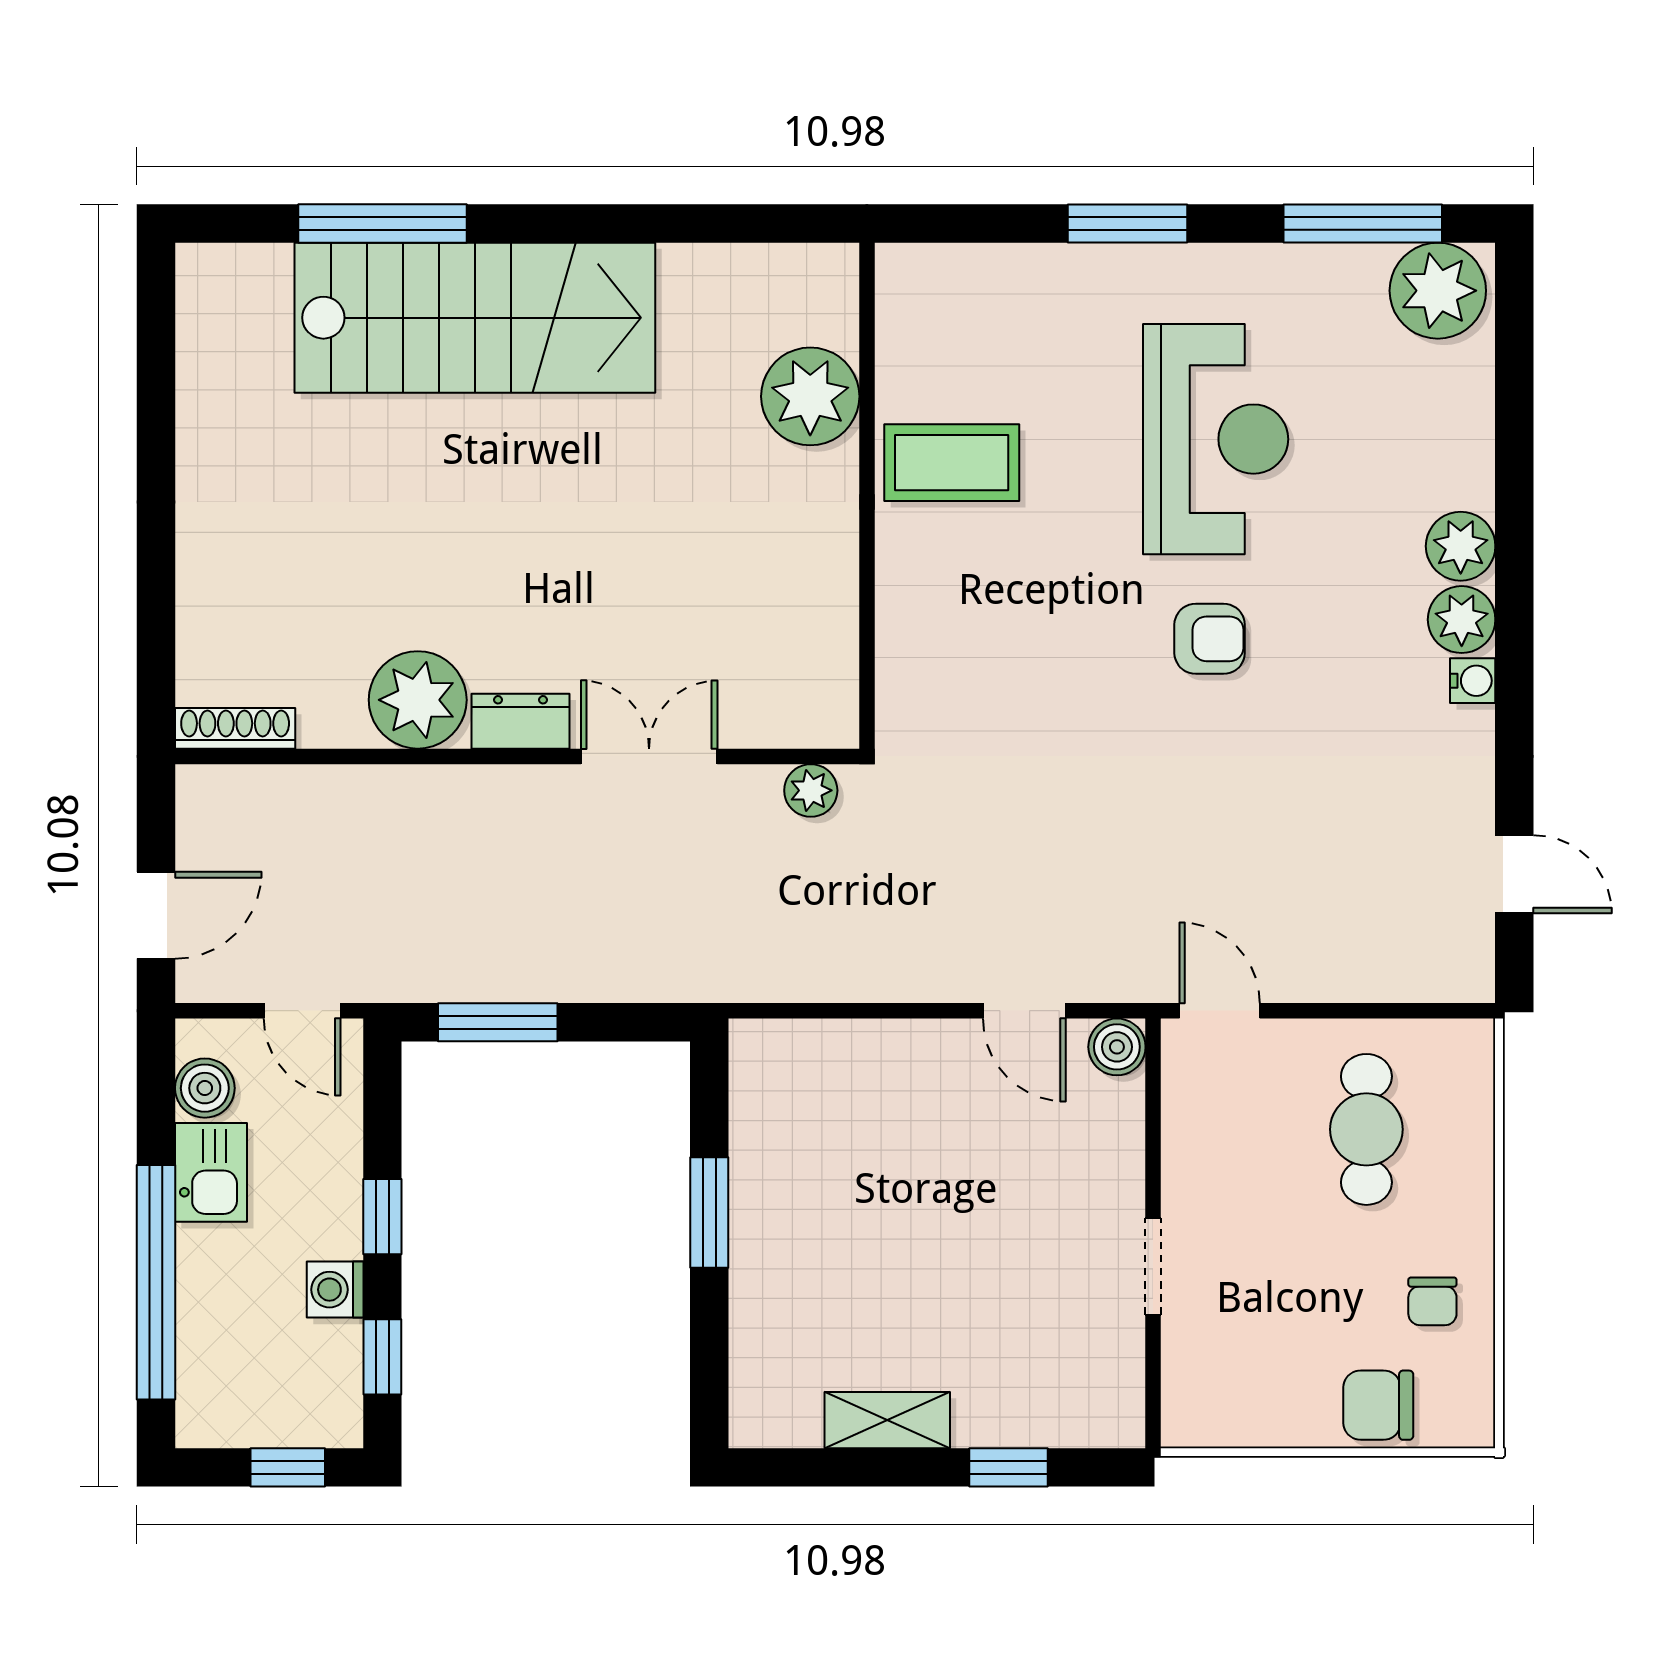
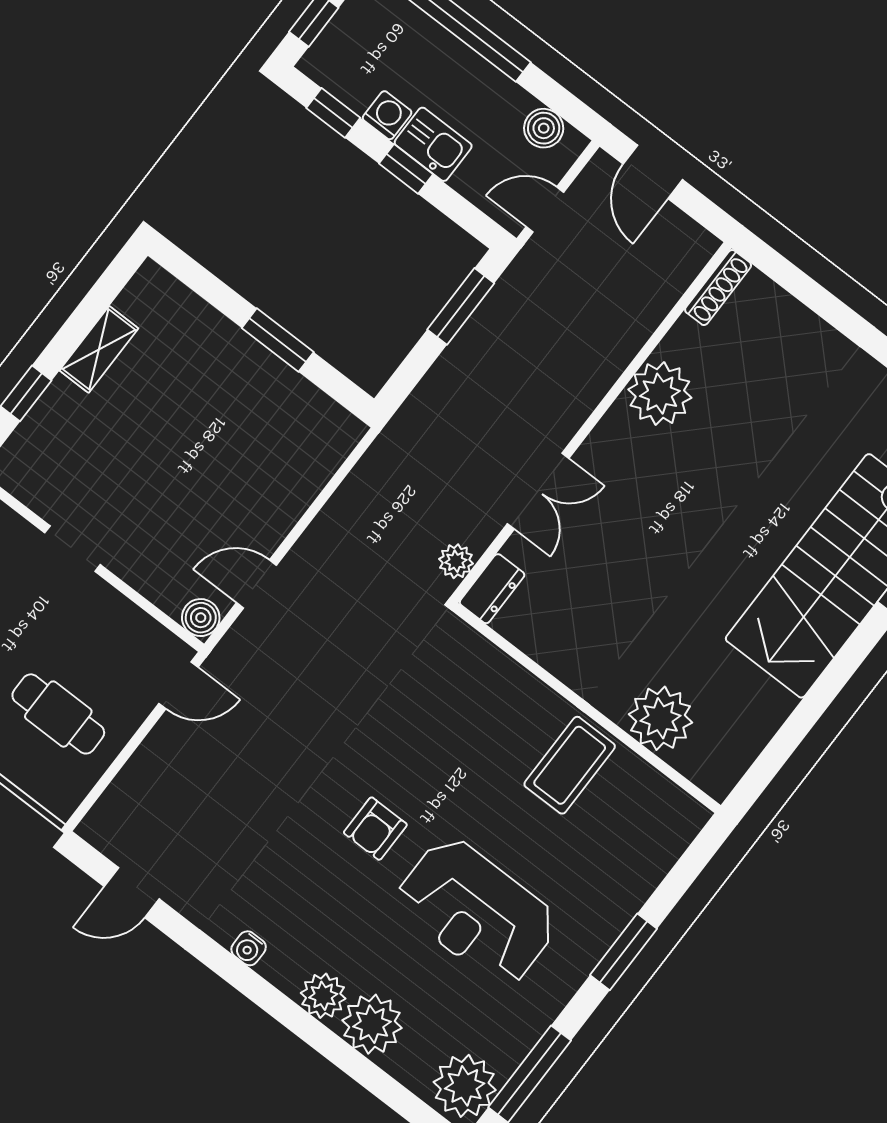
plant: (1462, 620) -> (372, 1024), moved, width x1.36, depth x1.36
dresser: (521, 721) -> (492, 589), moved
kitchen sink: (211, 1172) -> (433, 144), moved, turned 180

